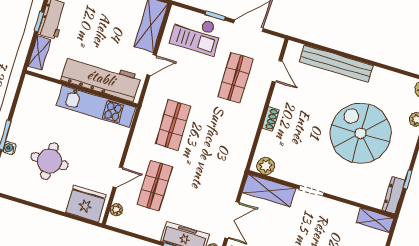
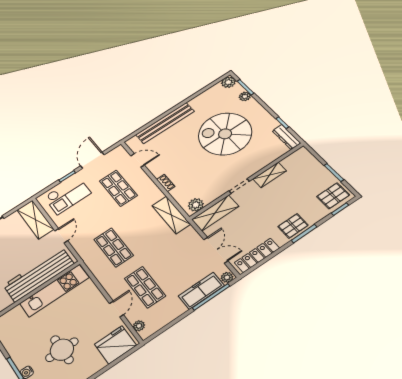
shelving: (241, 151) -> (171, 215), added
shelving: (375, 220) -> (270, 175), moved

